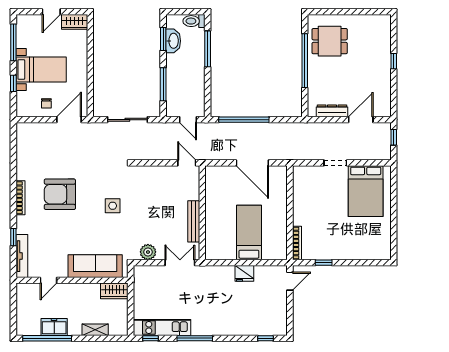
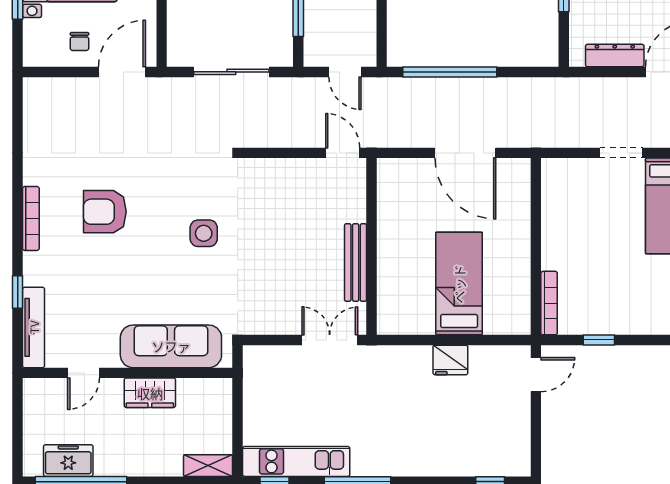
armchair: (60, 194) -> (105, 212), width x0.73, depth x0.73
plant: (148, 252) -> (270, 320), removed
wardrobe: (114, 291) -> (150, 393), moved
freezer: (54, 327) -> (68, 461), moved
shelving: (95, 330) -> (208, 466), moved

